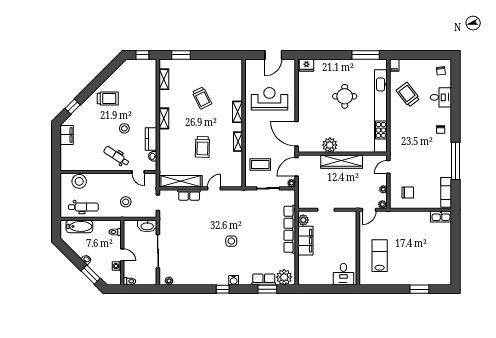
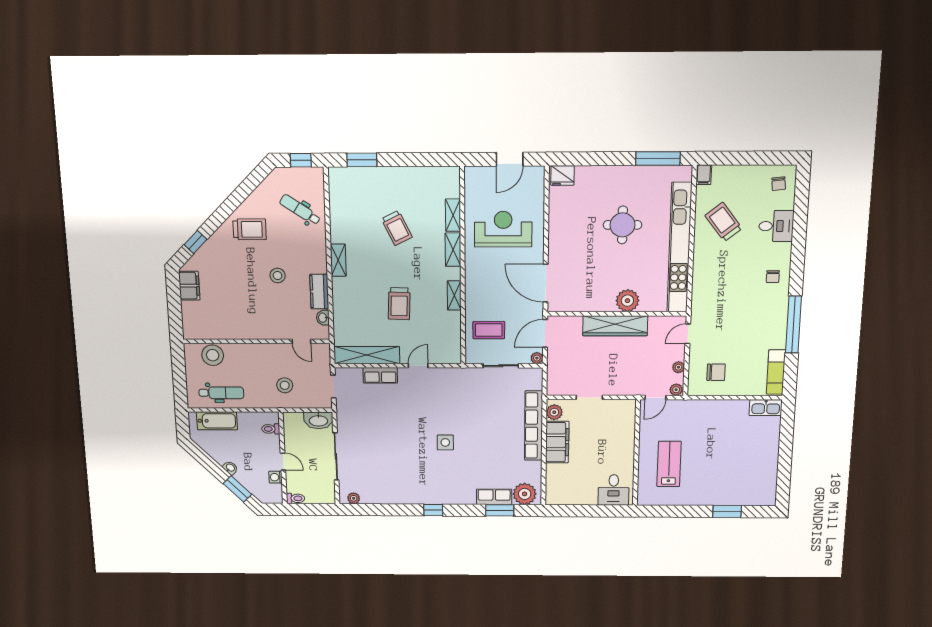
shelving: (164, 79) -> (453, 215), moved
plant: (330, 145) -> (627, 301), moved
dental chair: (116, 156) -> (300, 210), moved
water cooler: (234, 280) -> (449, 498), removed

